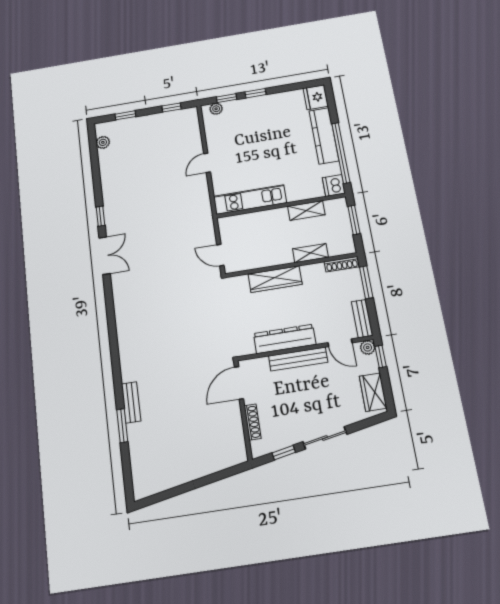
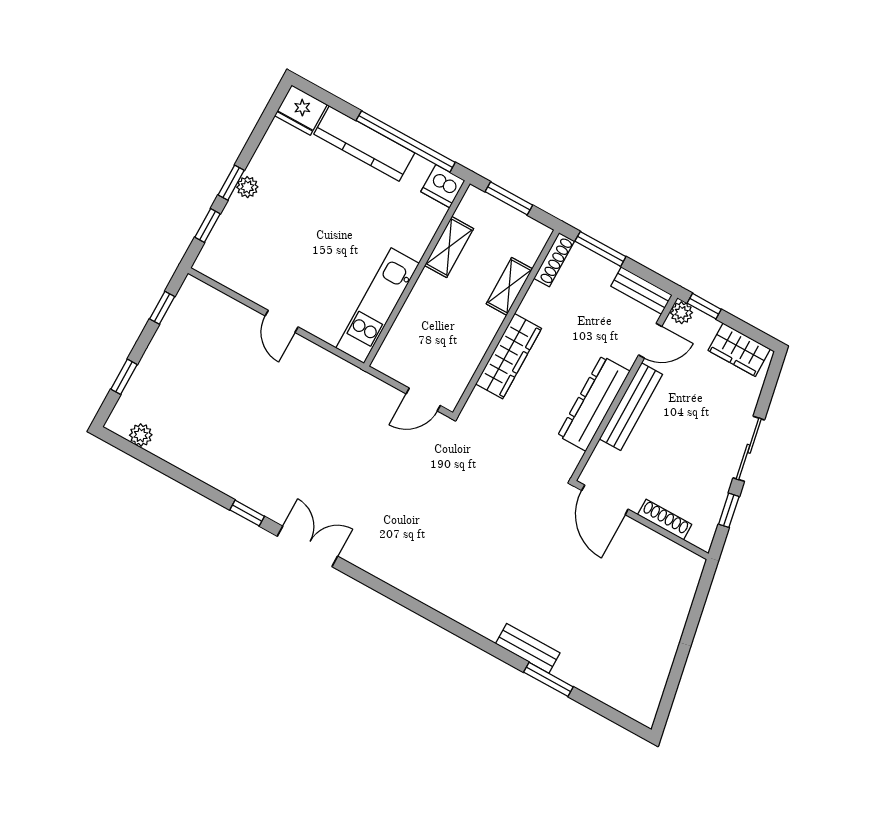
plant: (216, 109) -> (247, 187), moved

